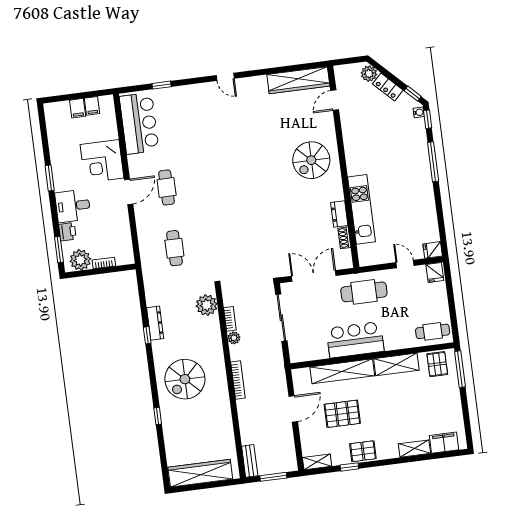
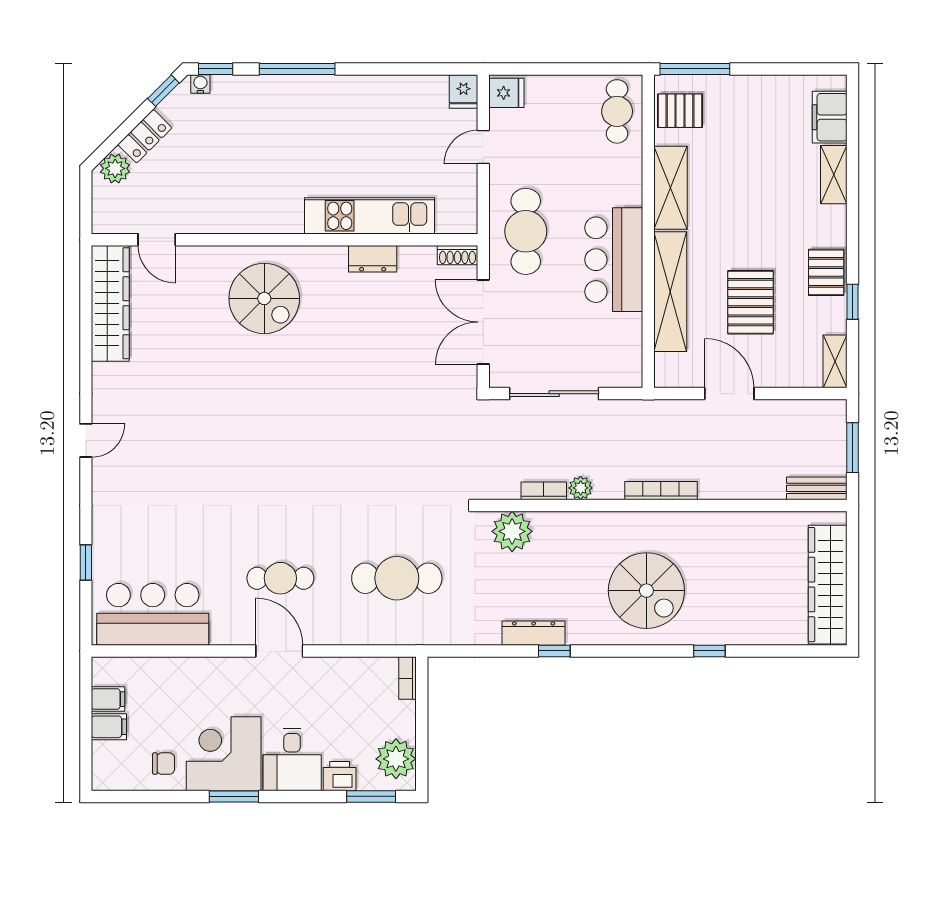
chair: (62, 139) -> (164, 764), added
corner desk: (102, 161) -> (224, 754), moved, turned 180
shoe rack: (344, 238) -> (458, 255), moved
cafe table: (174, 248) -> (397, 578), width x1.37, depth x1.35
bookcase: (104, 263) -> (407, 678), moved

